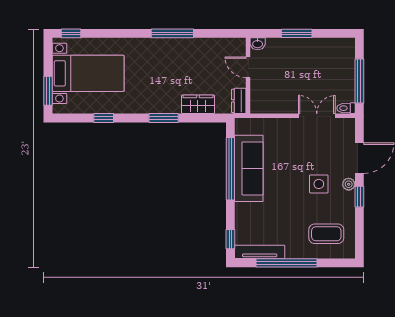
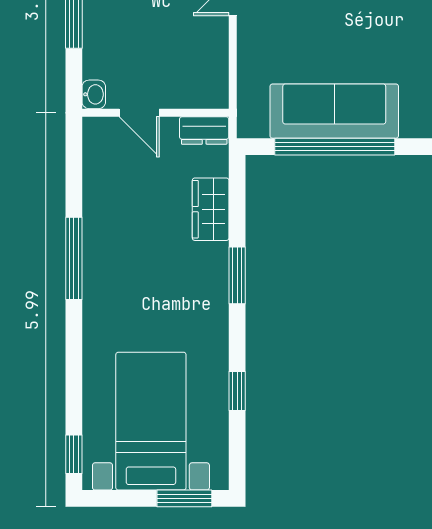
door: (248, 67) -> (139, 113), hinge flipped

